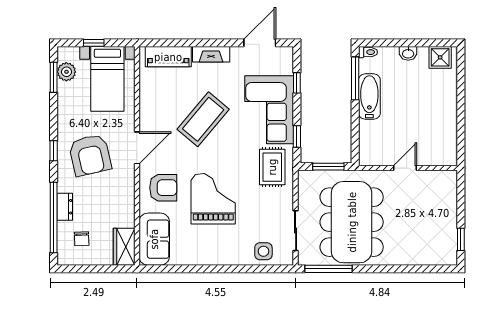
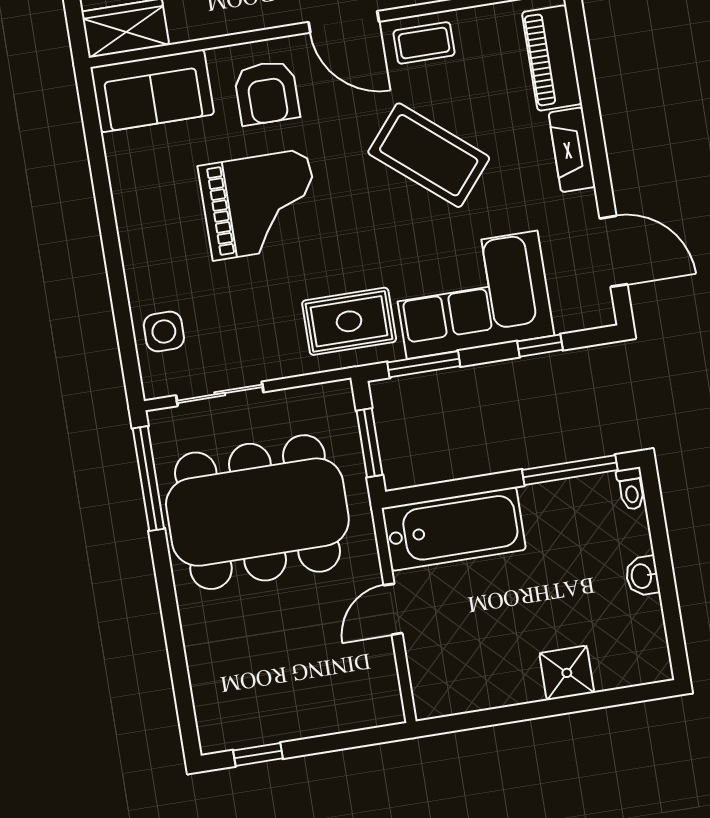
shower: (440, 57) -> (567, 673), moved
bathtub: (369, 97) -> (454, 529), moved, width x1.36, depth x1.36
coffee table: (152, 113) -> (424, 43), added
window: (297, 137) -> (424, 364), width x1.50
door: (405, 168) -> (393, 609), swing flipped

